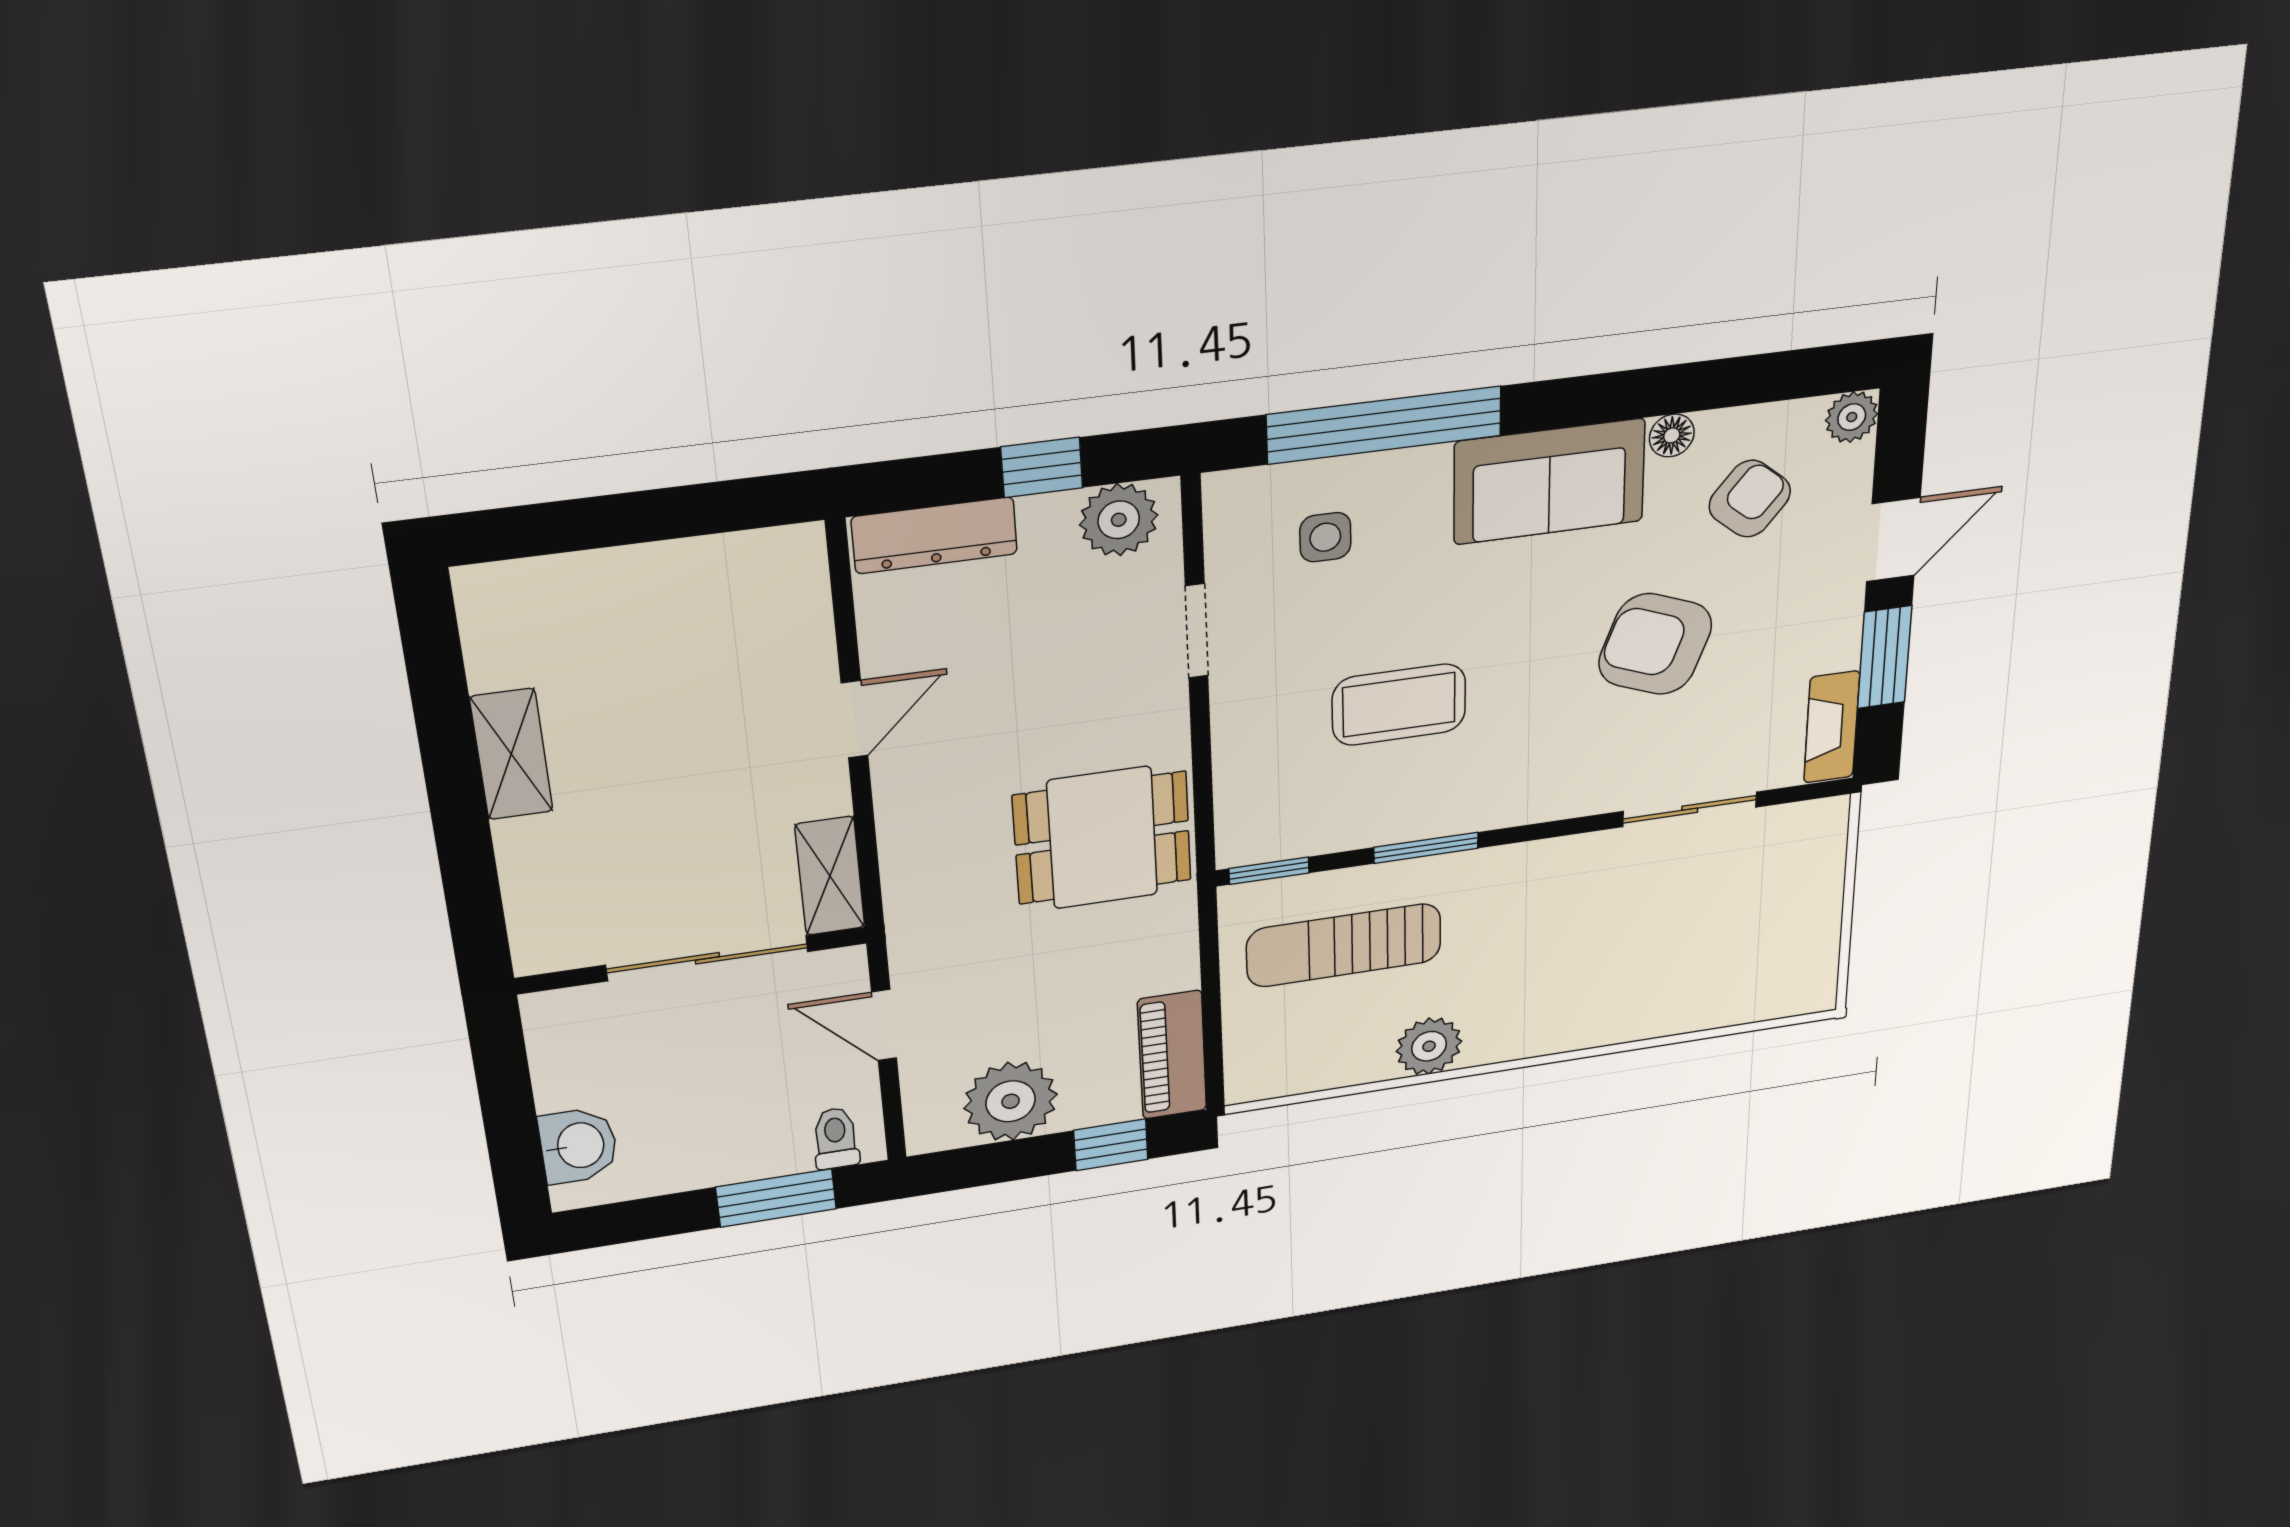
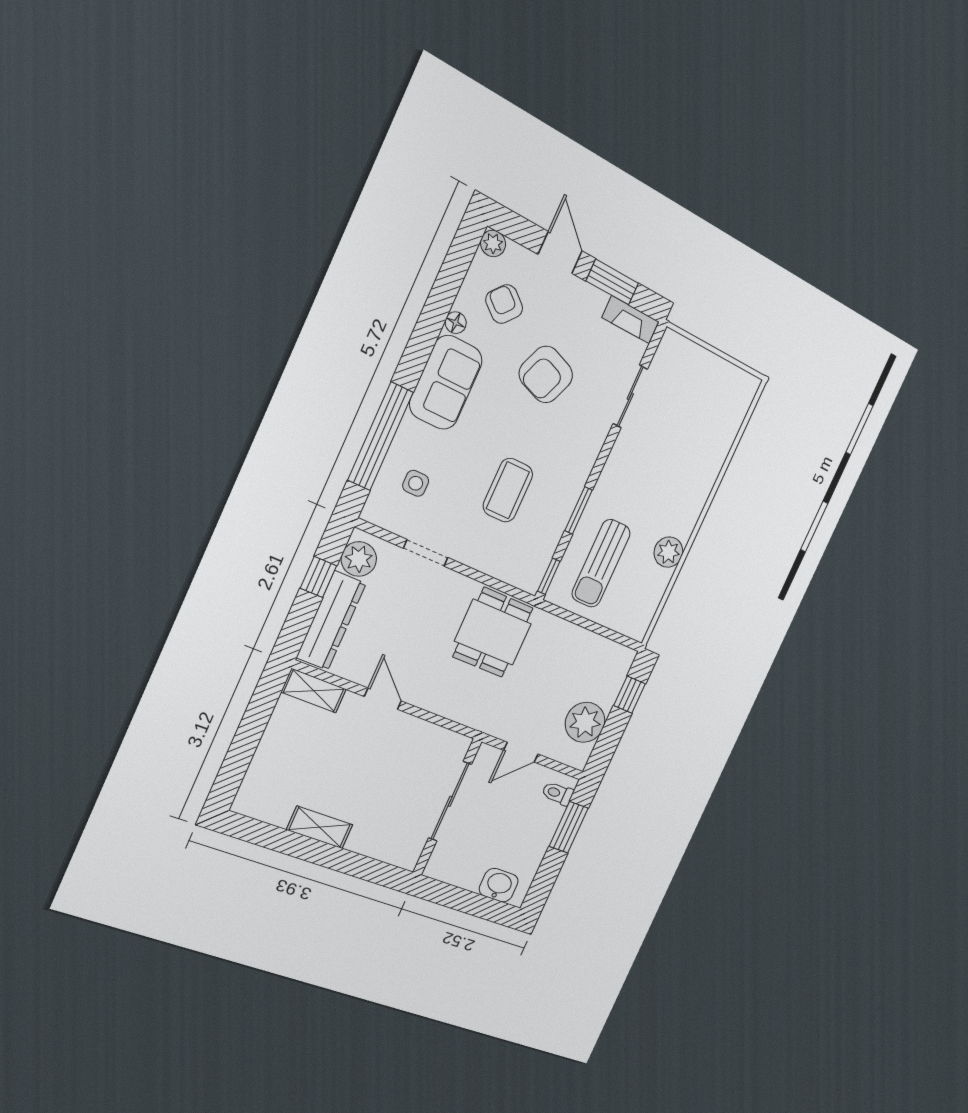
dresser: (934, 535) -> (331, 621), width x1.37, depth x1.24
shelving: (830, 876) -> (314, 691), moved
piano: (1172, 1055) -> (606, 652), removed

